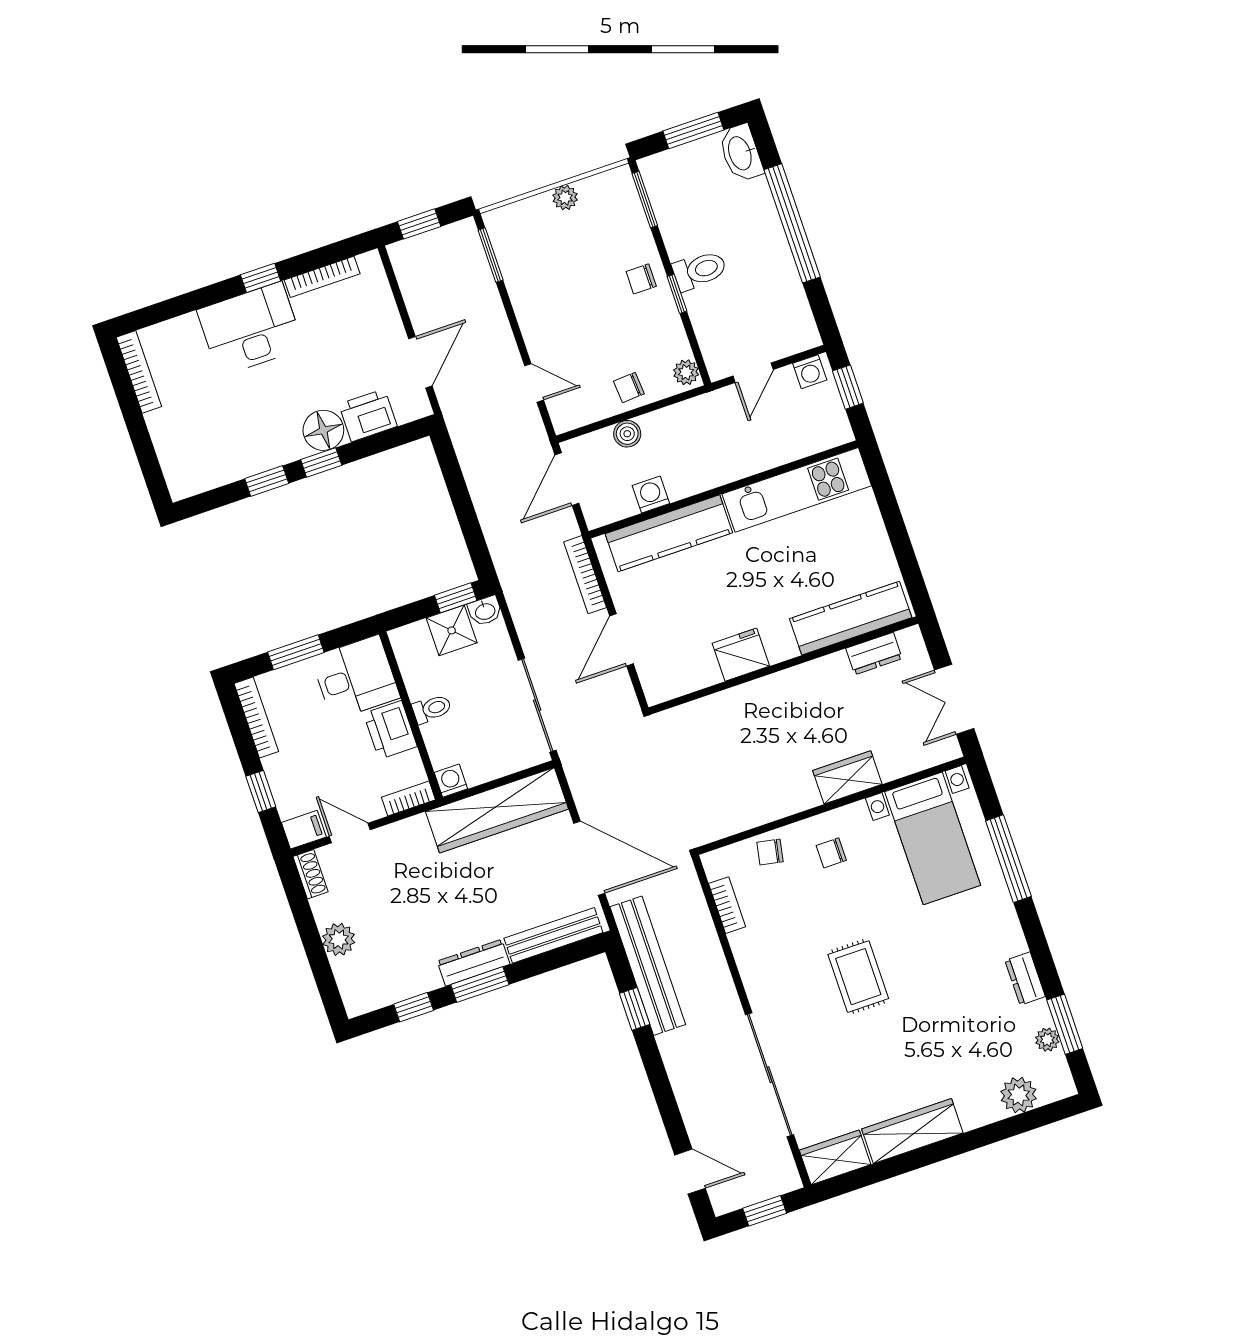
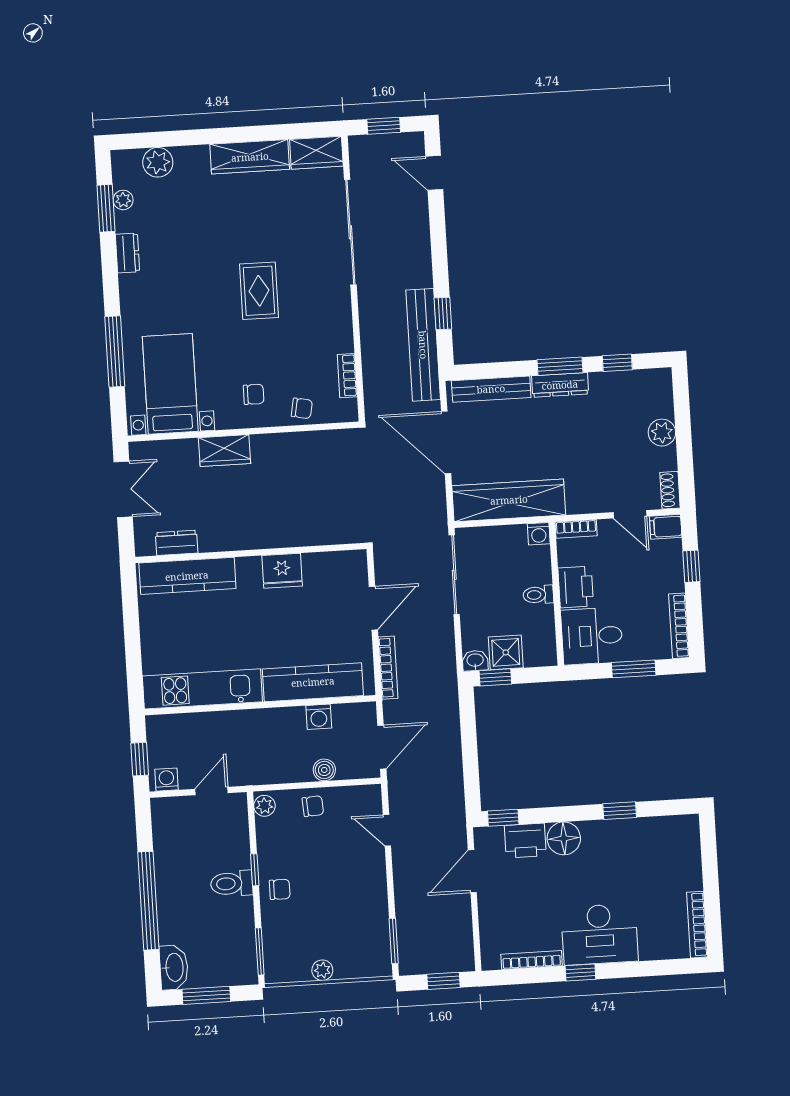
window: (321, 462) -> (503, 818), moved

